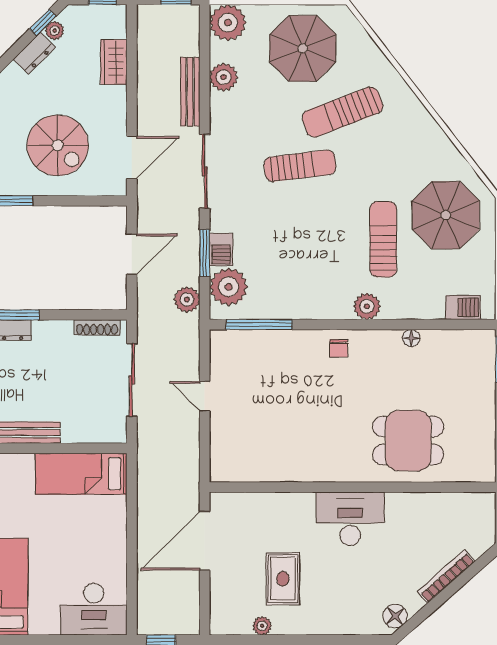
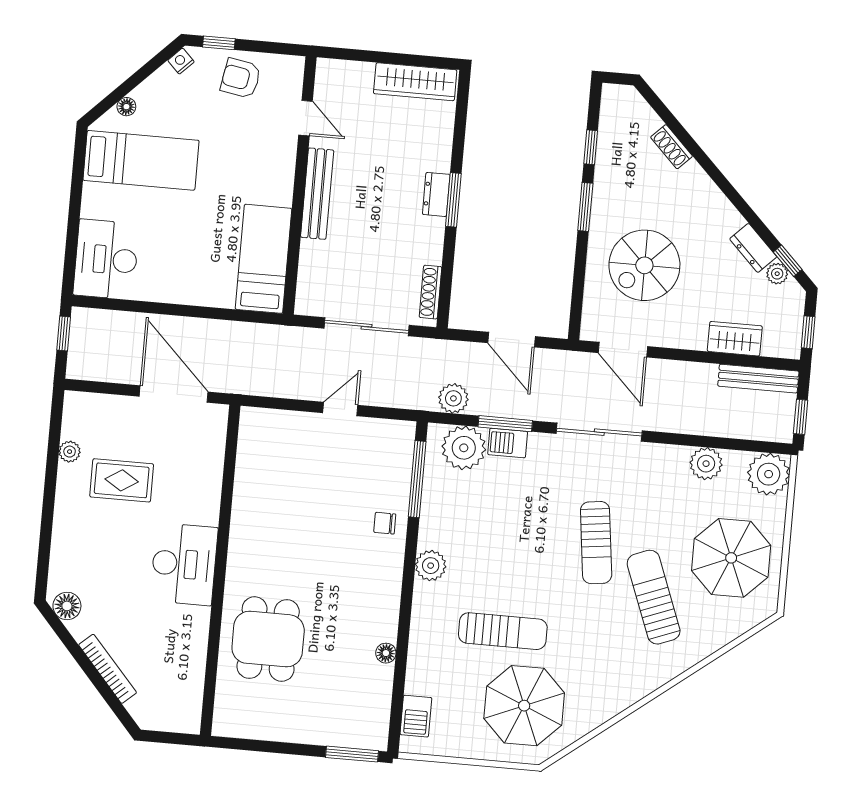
bench: (190, 92) -> (758, 379), moved
plant: (367, 306) -> (431, 566), moved
chair: (339, 348) -> (385, 523), moved

